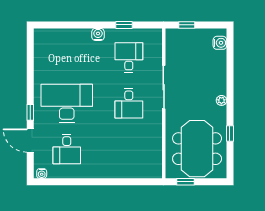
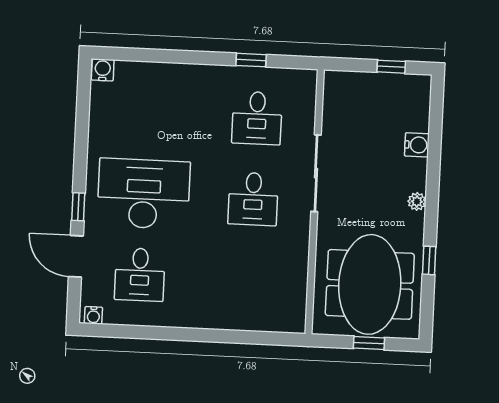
window: (187, 25) -> (391, 67), moved
water cooler: (98, 34) -> (103, 70), moved
water cooler: (220, 43) -> (417, 145), moved
desk: (129, 58) -> (257, 118), turned 180
window: (186, 182) -> (369, 343), moved

